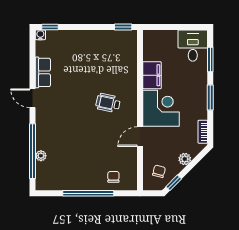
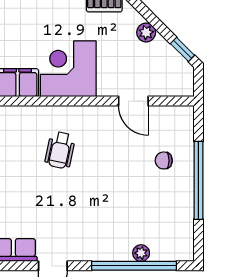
door: (140, 137) -> (133, 101), moved
chair: (159, 171) -> (165, 72), removed
chair: (113, 177) -> (164, 160), moved

